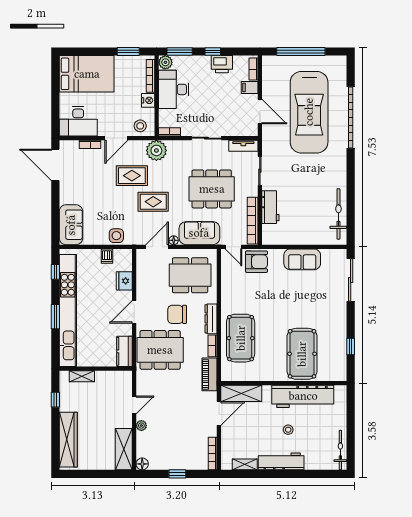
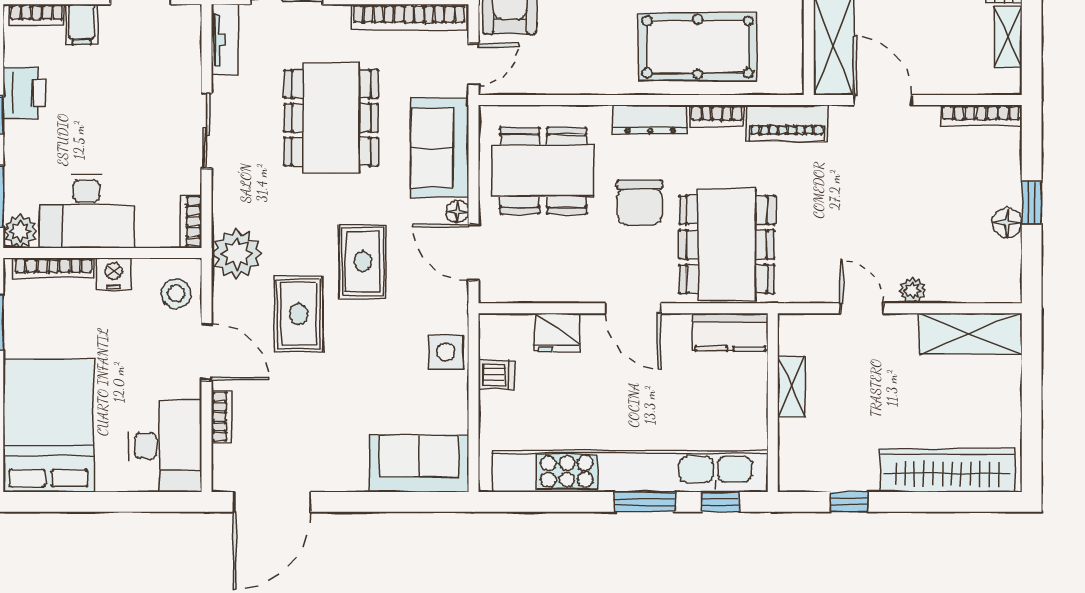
window: (55, 272) -> (720, 502), moved
dining table: (190, 275) -> (543, 171), turned 90
shelving: (82, 376) -> (791, 386), moved
floor lamp: (142, 464) -> (1007, 223), moved

